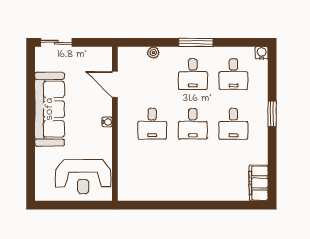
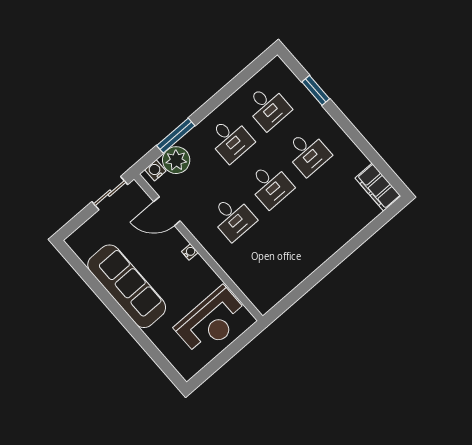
sliding door: (56, 42) -> (110, 193), moved
window: (196, 42) -> (176, 136), moved
plant: (153, 53) -> (176, 160), width x1.87, depth x1.87
water cooler: (262, 53) -> (155, 170), moved
window: (272, 114) -> (316, 90), moved

